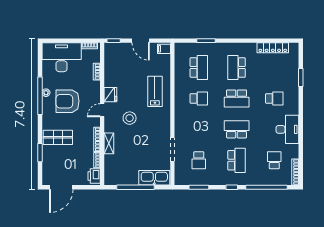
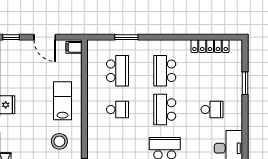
school desk: (237, 98) -> (165, 109), turned 90
stool: (130, 118) -> (59, 141), moved

